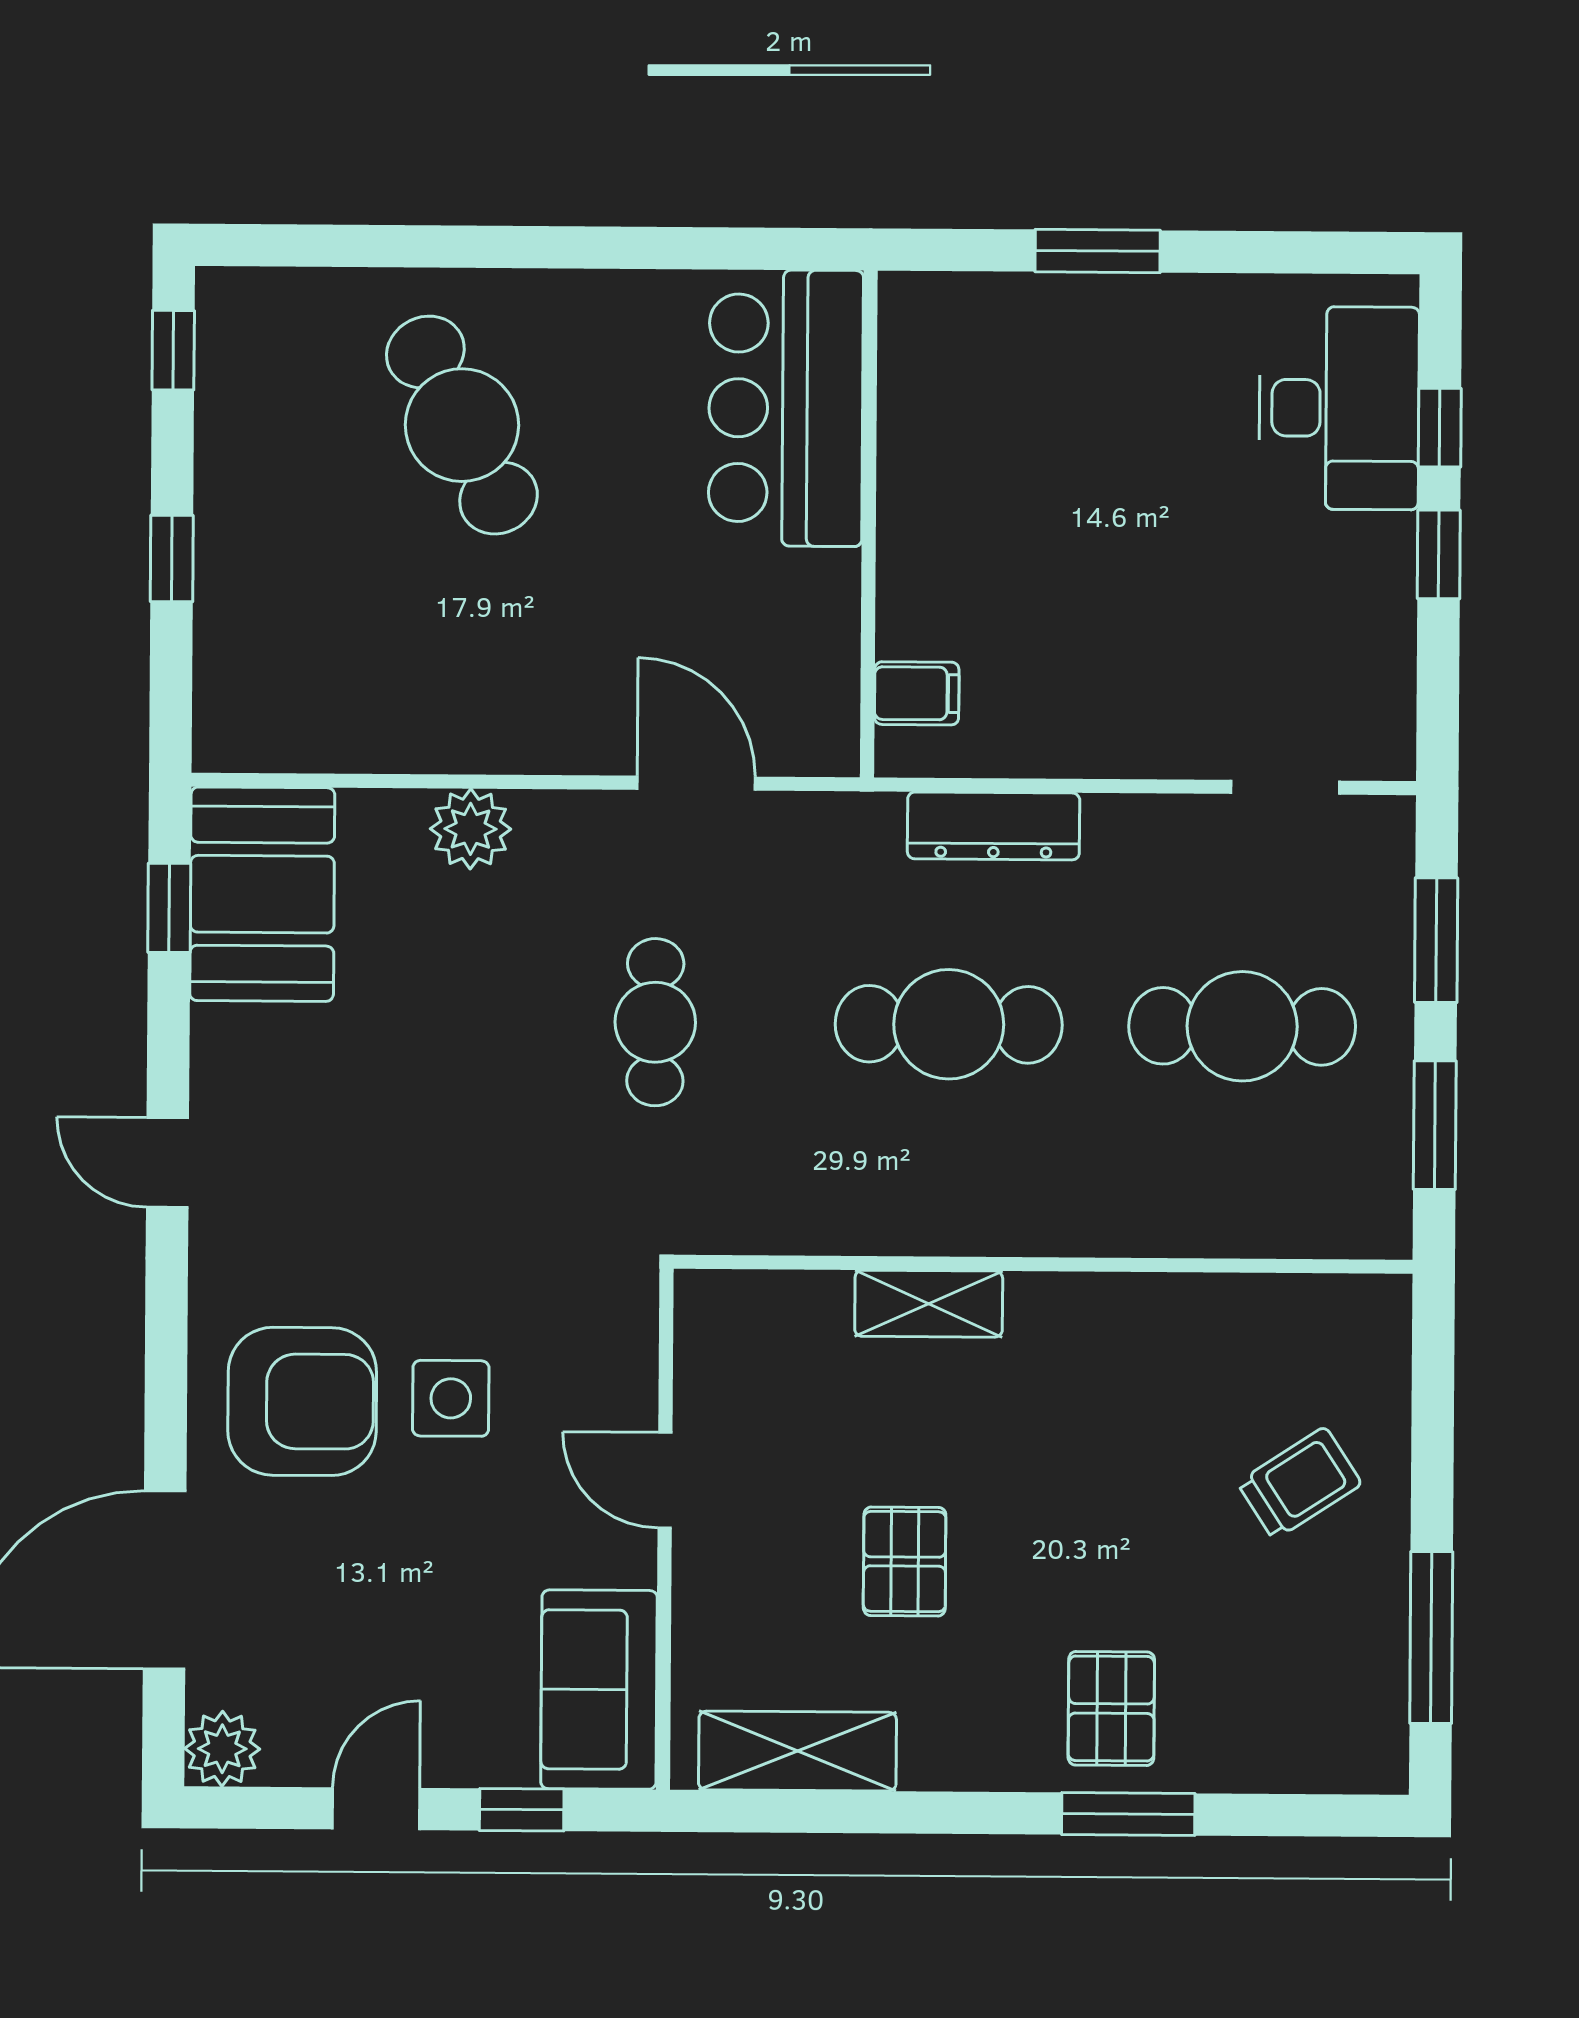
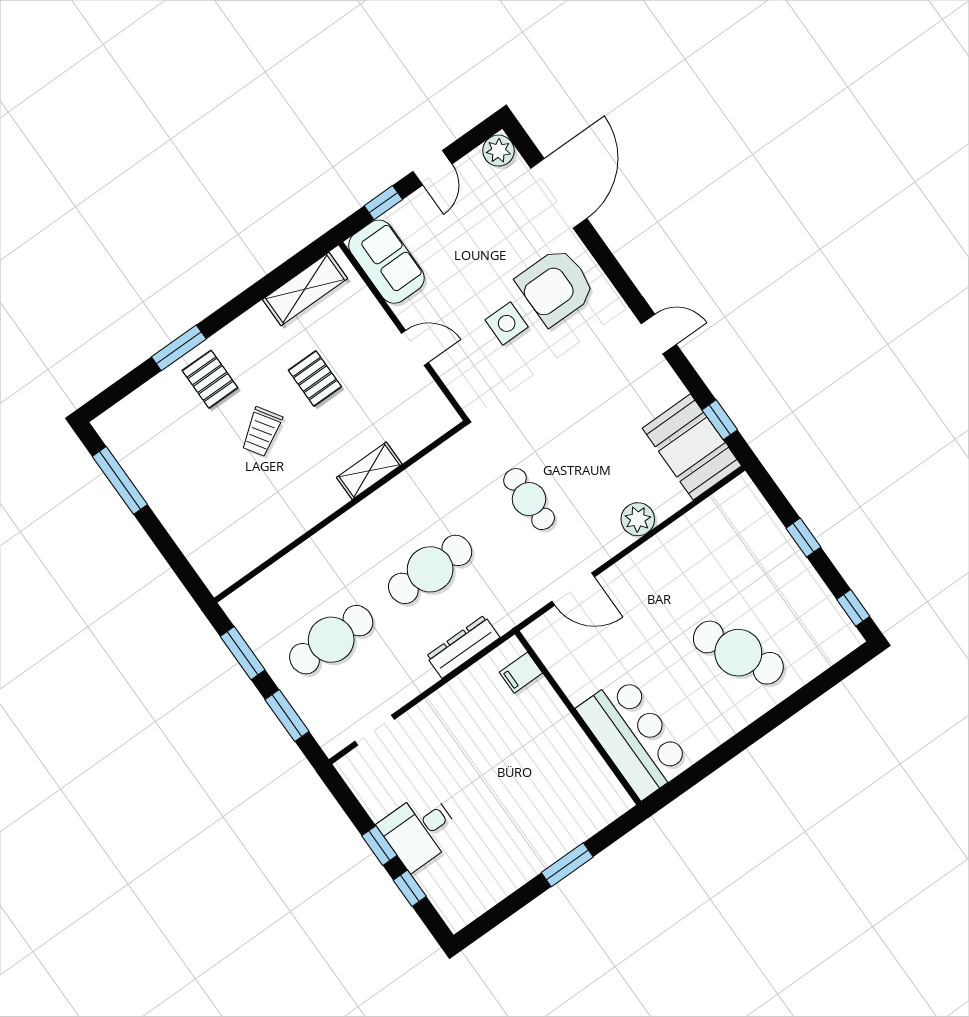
desk: (1339, 408) -> (420, 830), moved, width x0.73
trolley: (1299, 1483) -> (262, 432), moved

